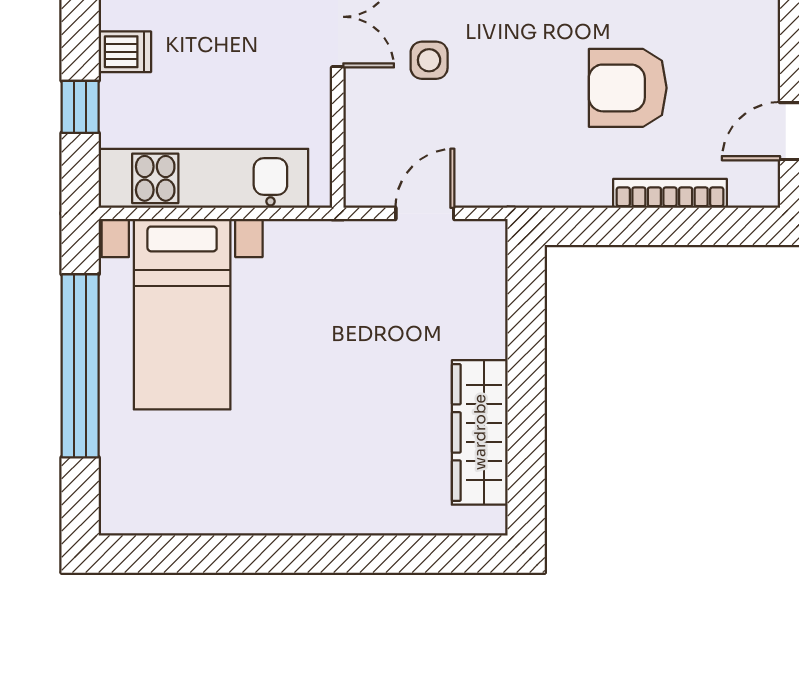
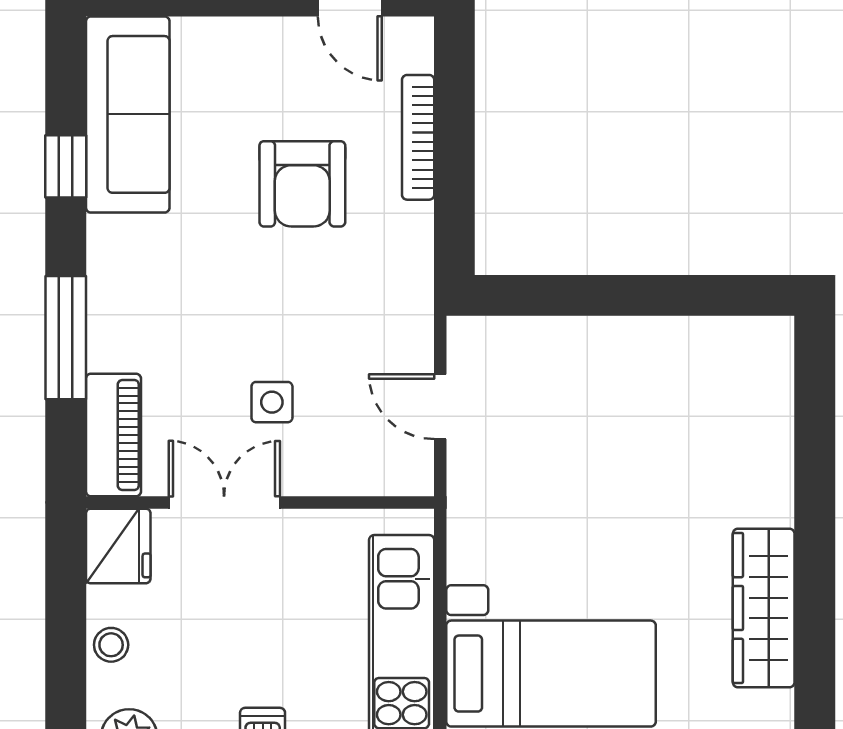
wardrobe: (480, 432) -> (764, 608), moved, turned 90

